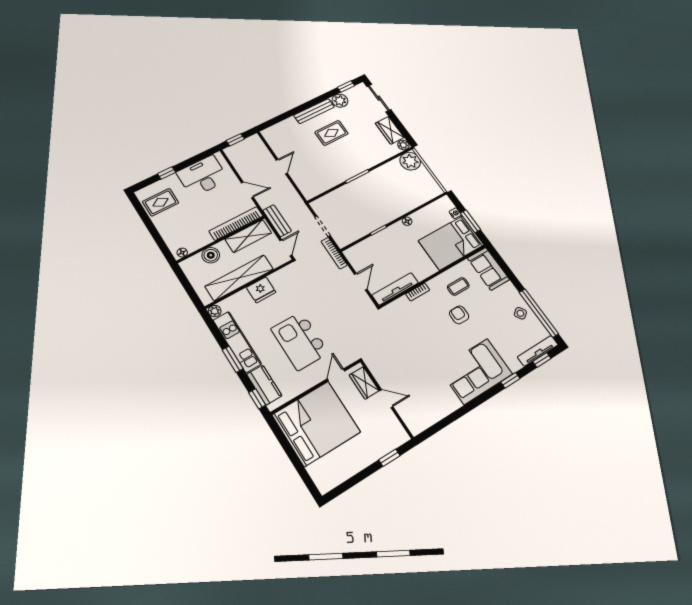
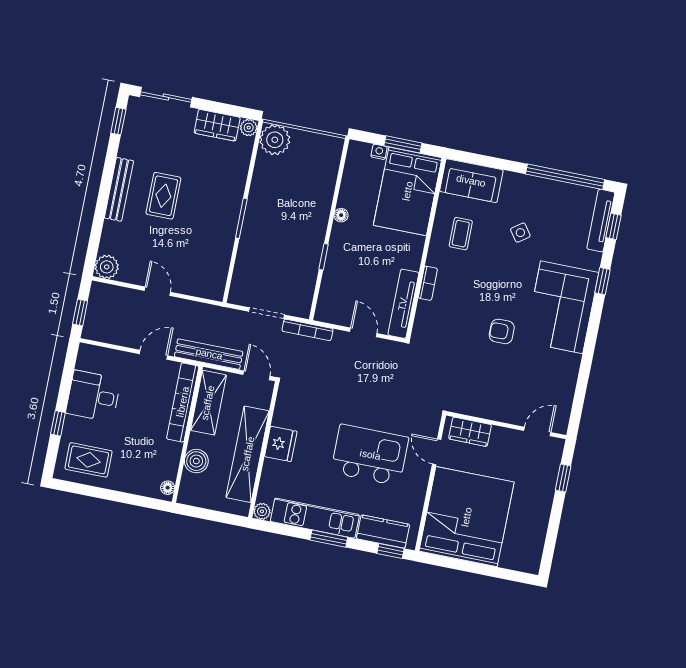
plant: (340, 101) -> (107, 267), moved
desk: (203, 176) -> (93, 396), width x0.73
rug: (161, 202) -> (89, 460), turned 90
bench: (277, 221) -> (209, 354), width x1.36
side table: (520, 313) -> (520, 233), moved
armchair: (459, 315) -> (502, 331), moved
kitchen island: (300, 341) -> (370, 455), turned 180
door: (386, 399) -> (537, 431), moved

